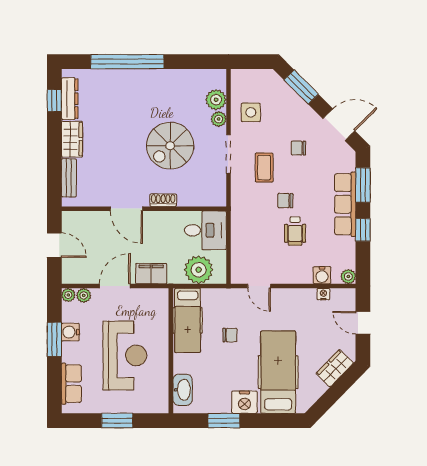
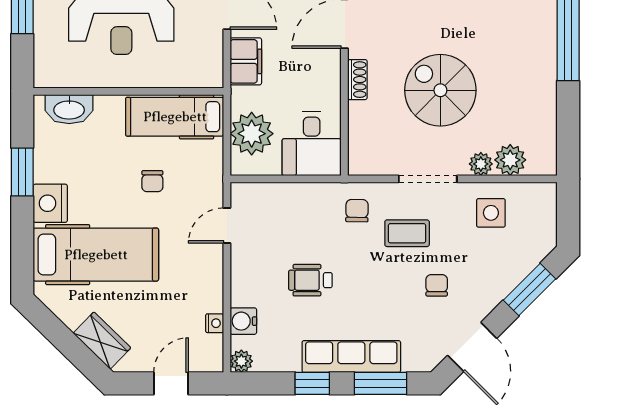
chair: (285, 201) -> (357, 211), moved

